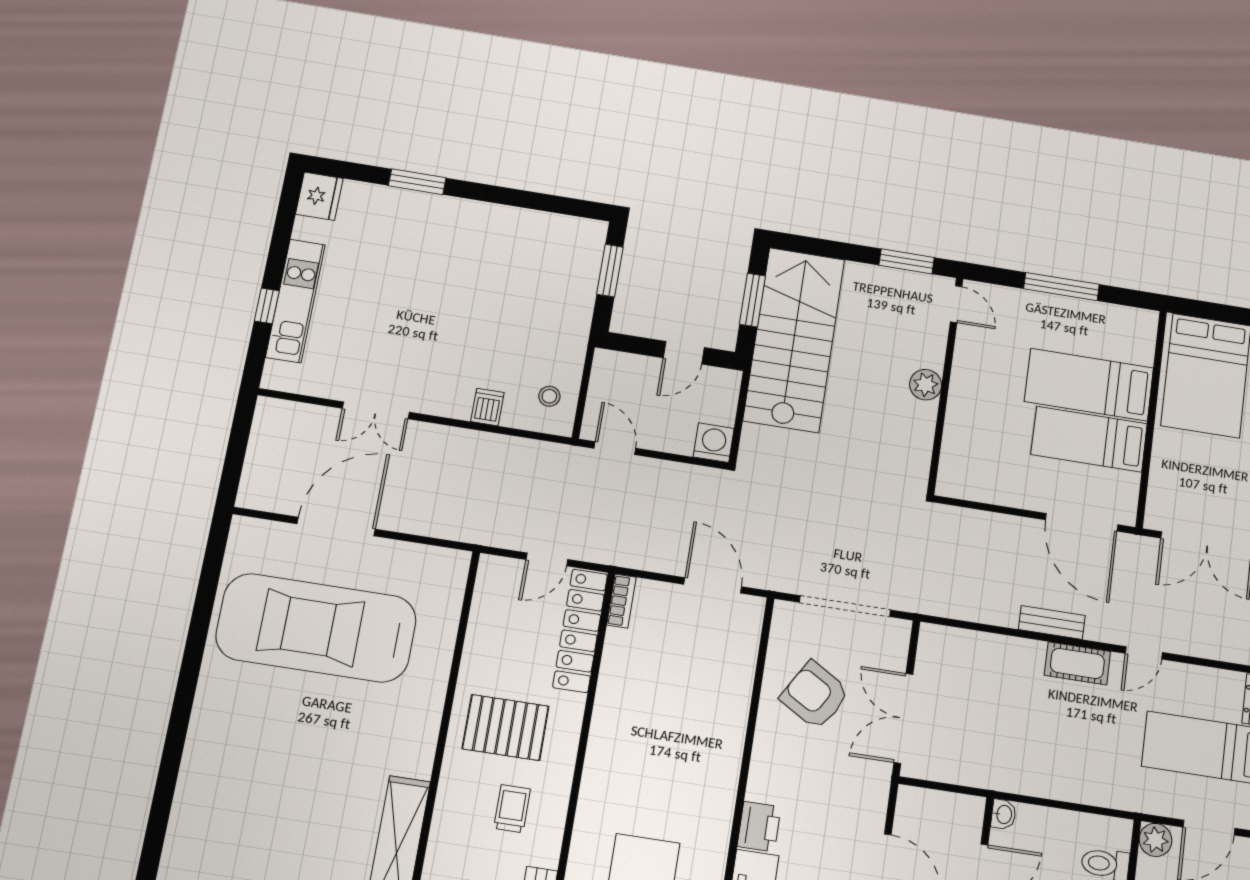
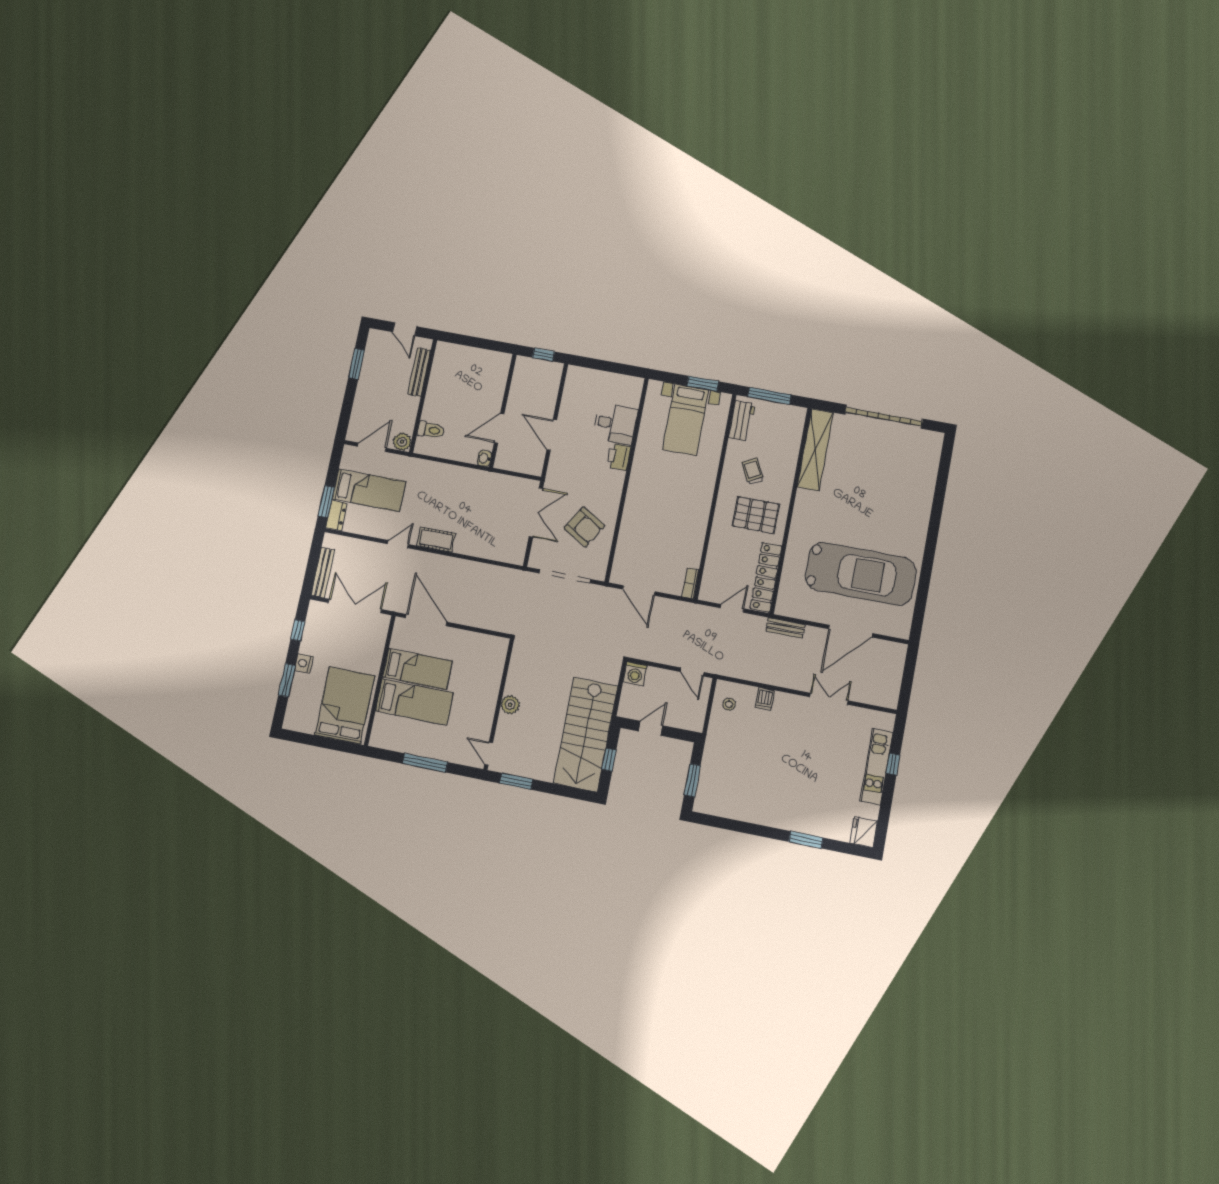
window: (752, 300) -> (609, 760), width x0.67
bench: (1052, 622) -> (785, 628), moved
locker: (580, 631) -> (766, 577), moved, turned 180
trolley: (512, 809) -> (753, 471), turned 152

